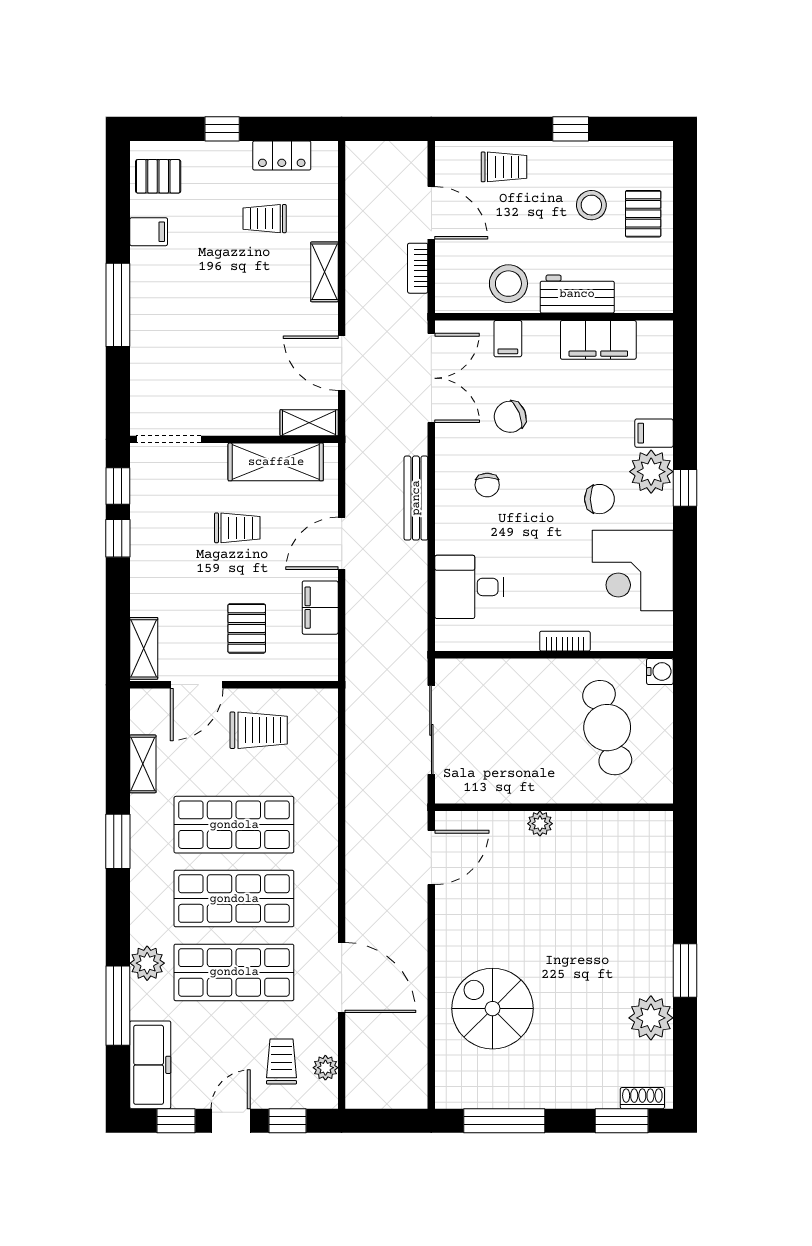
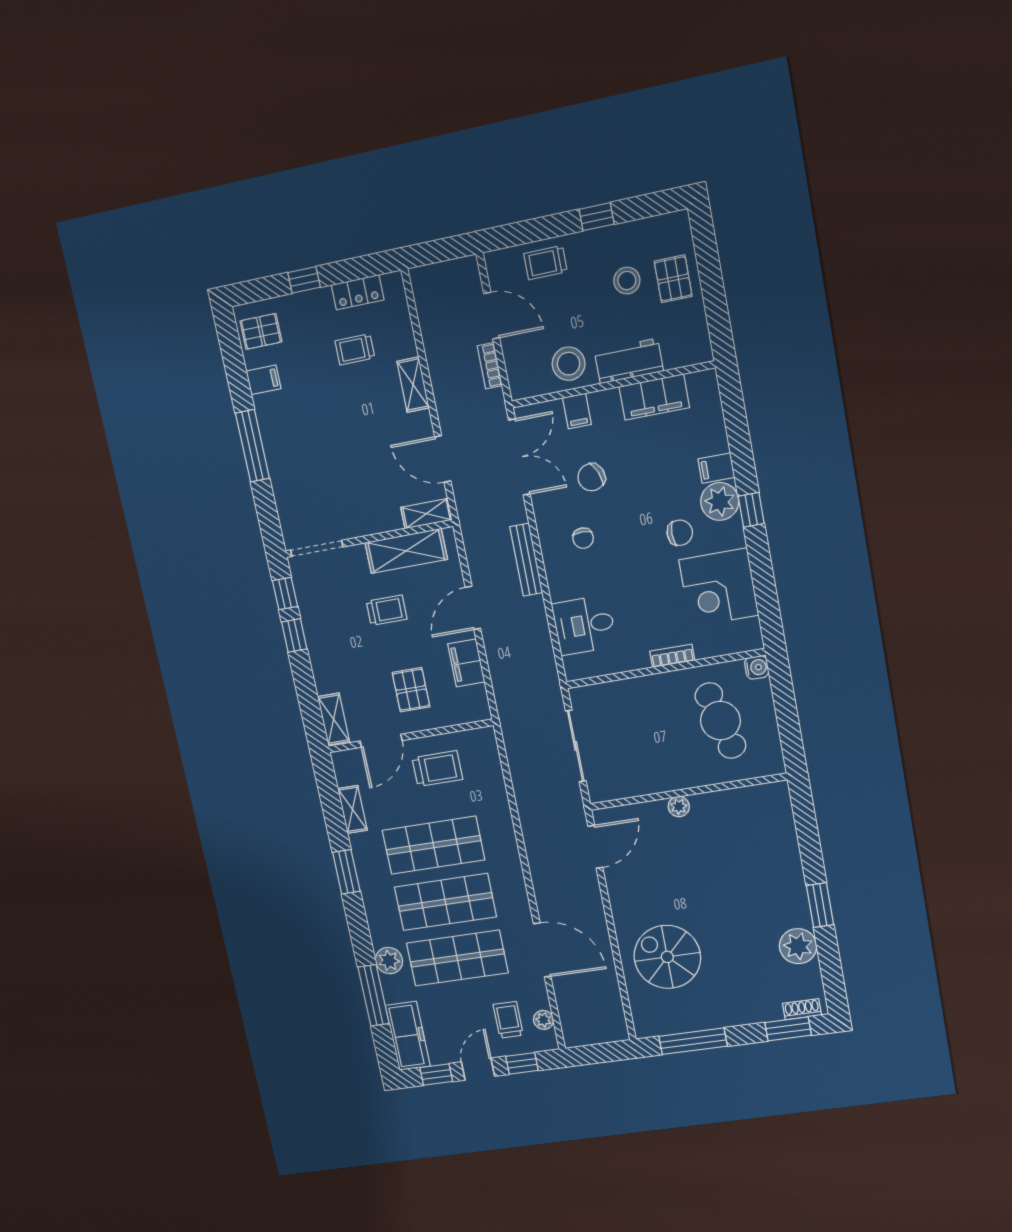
trolley: (504, 167) -> (546, 263), turned 180

